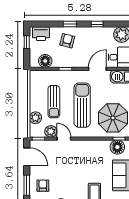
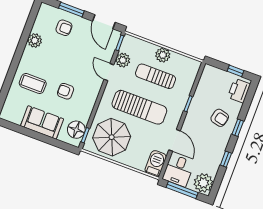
floor lamp: (45, 61) -> (206, 84), removed
plant: (35, 118) -> (163, 55), moved
door: (64, 139) -> (109, 72), swing flipped
door: (27, 157) -> (104, 22), hinge flipped
armchair: (91, 166) -> (66, 91), added

